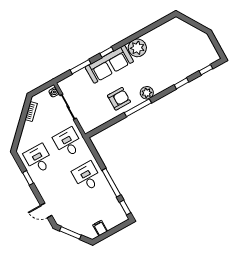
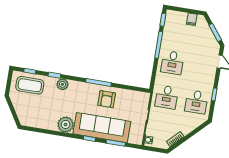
coffee table: (196, 57) -> (30, 85), added
sofa: (109, 64) -> (102, 128), width x1.36, depth x1.27
plant: (147, 93) -> (62, 84), moved
armchair: (119, 99) -> (107, 99), turned -90

